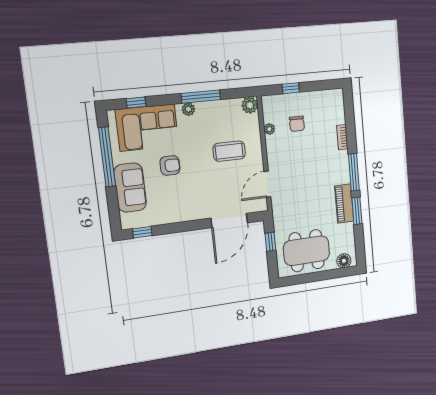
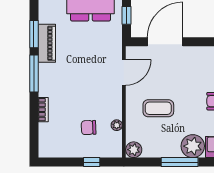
plant: (188, 109) -> (193, 146), width x1.87, depth x1.87
chair: (297, 124) -> (89, 128), turned -92

